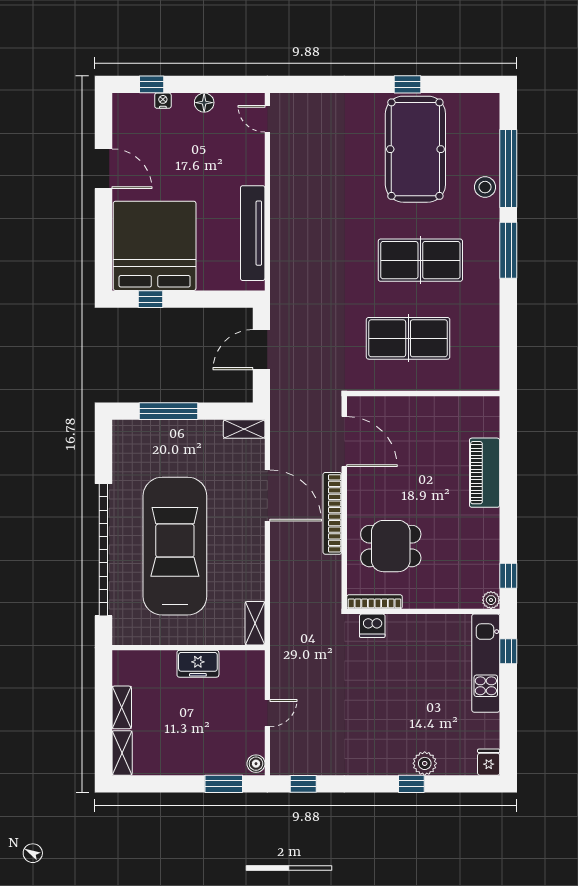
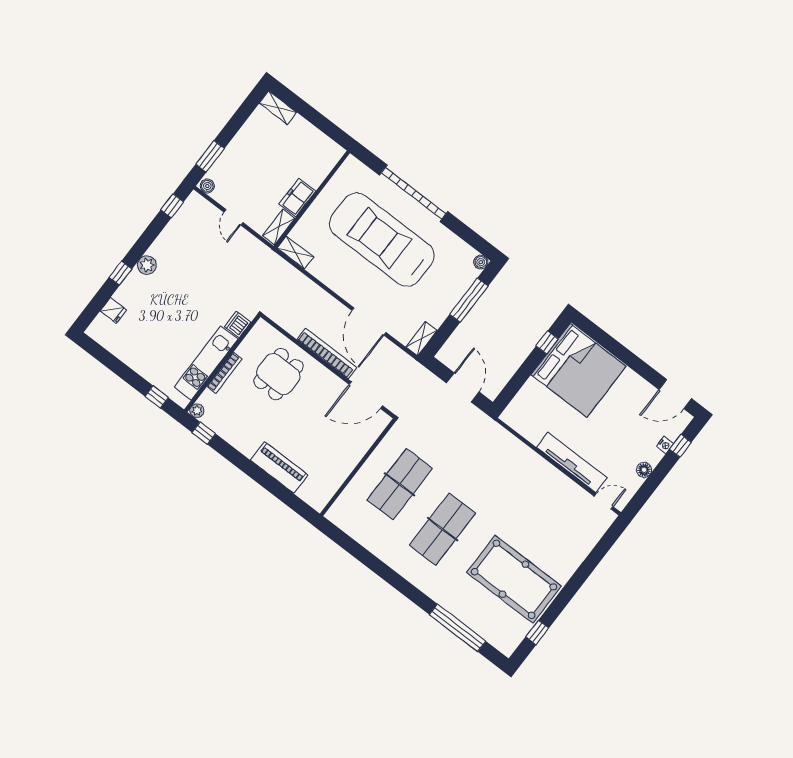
window: (408, 84) -> (537, 632), moved
door: (103, 169) -> (675, 394), moved
stool: (485, 187) -> (457, 604), removed
tv unit: (253, 233) -> (572, 462), moved
window: (508, 250) -> (407, 589), removed
boiler: (121, 428) -> (481, 262), added
door: (267, 495) -> (369, 321), hinge flipped
car: (175, 546) -> (382, 240), turned 180
garage door: (103, 550) -> (414, 193), width x0.73
bookcase: (375, 602) -> (224, 373), moved
kitchen unit: (486, 663) -> (206, 363), moved, turned -90
shelving: (122, 707) -> (279, 227), moved, turned 90
fridge: (489, 762) -> (113, 310), moved
plant: (425, 763) -> (147, 265), moved

